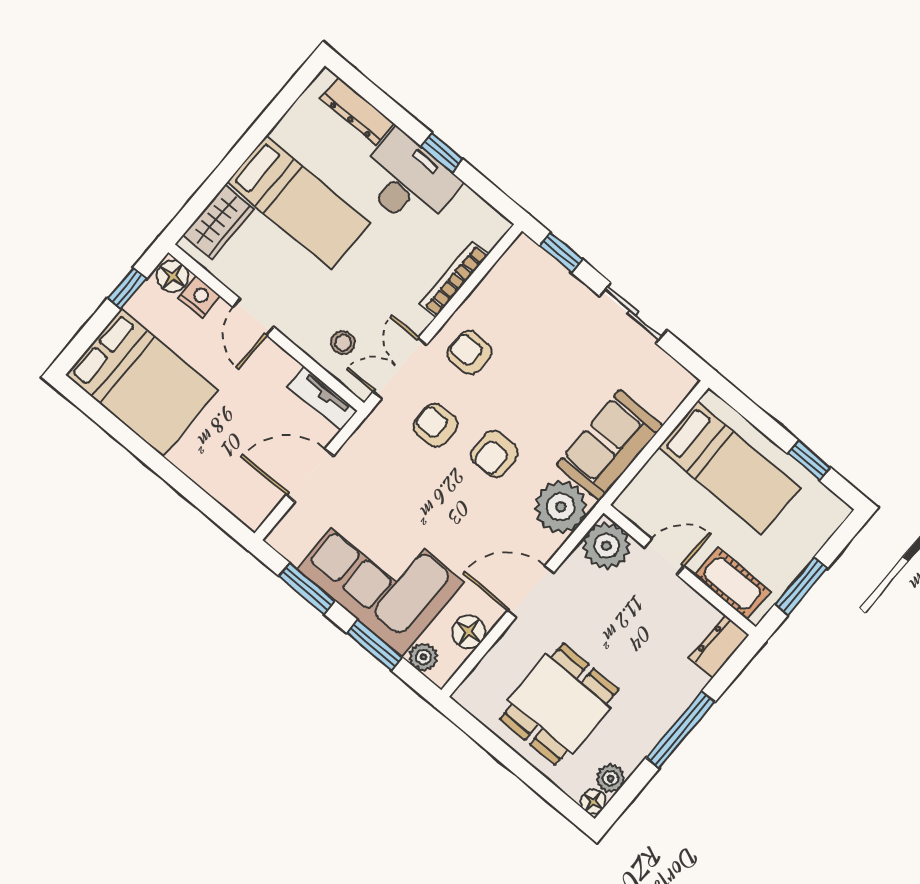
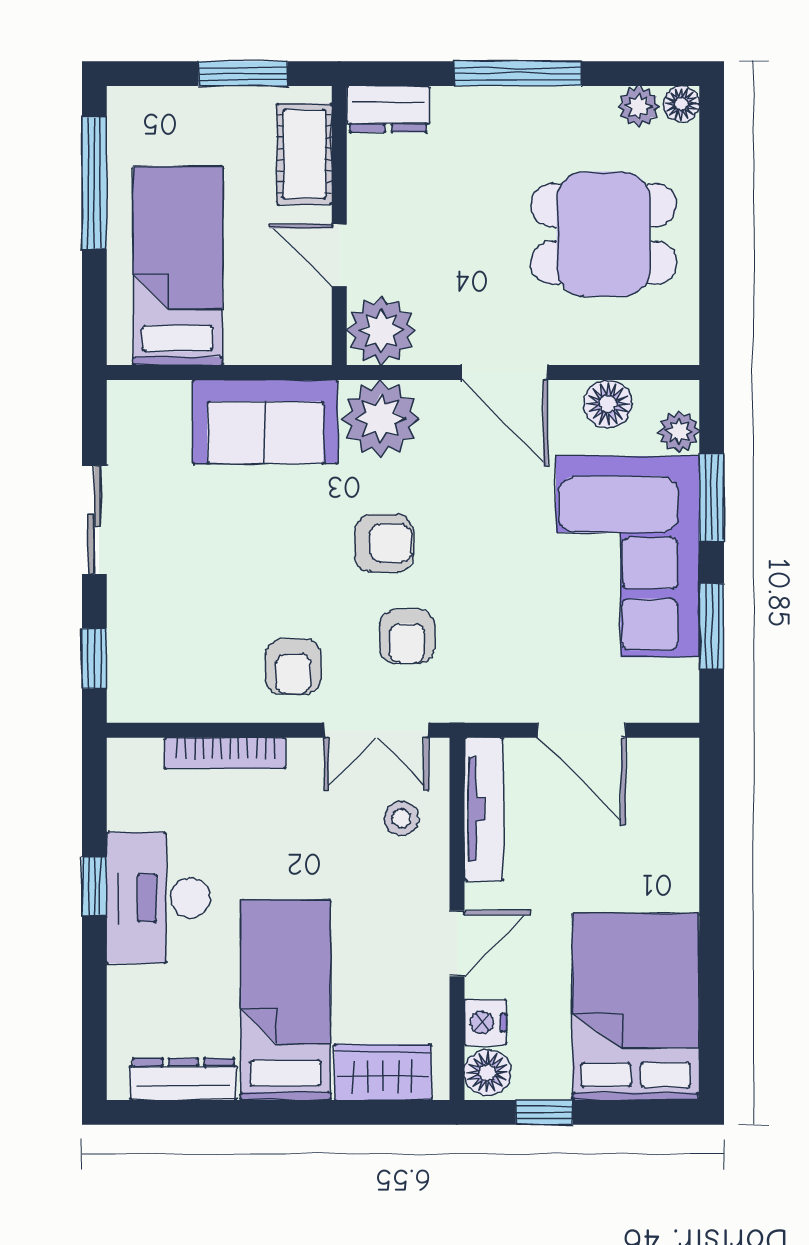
dresser: (357, 111) -> (183, 1079), moved, turned -90
tv unit: (323, 399) -> (484, 809), width x1.41
window: (809, 461) -> (94, 183), width x2.17

